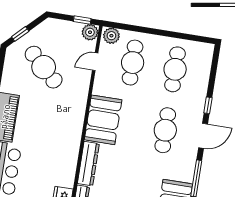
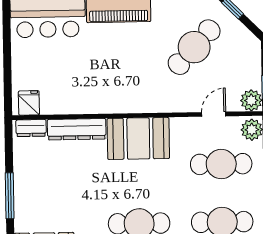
door: (95, 62) -> (214, 114), hinge flipped

